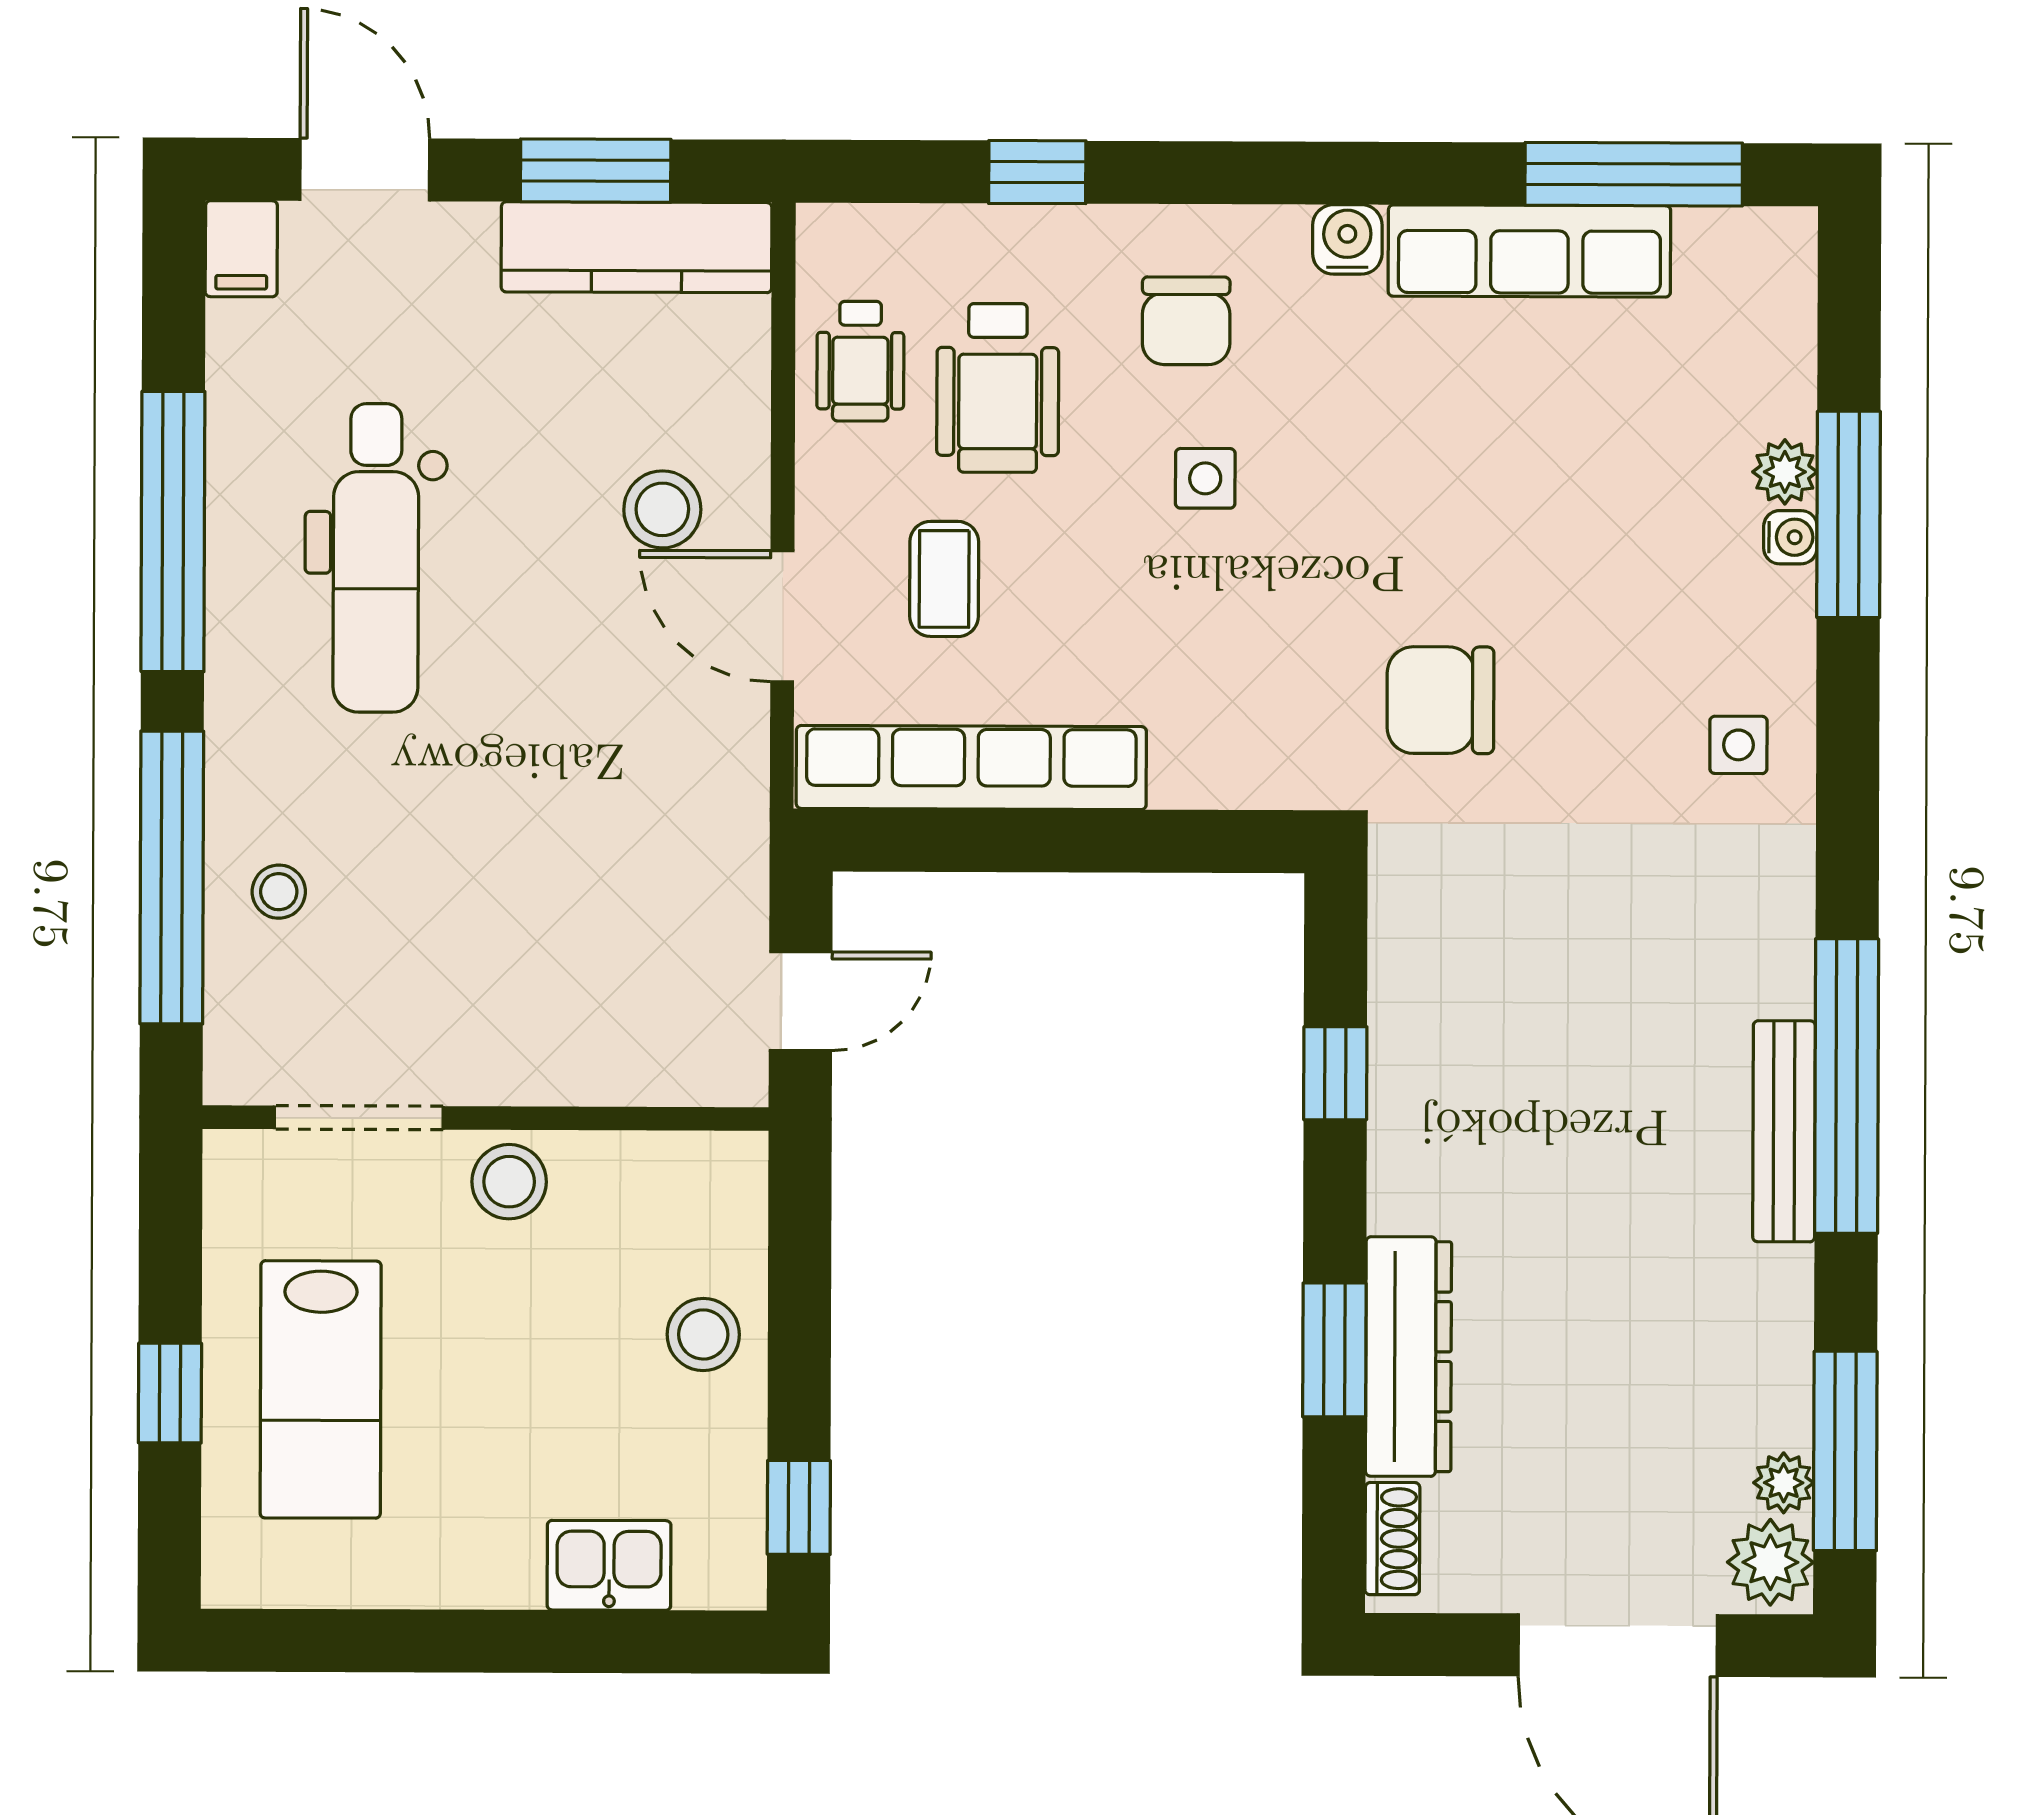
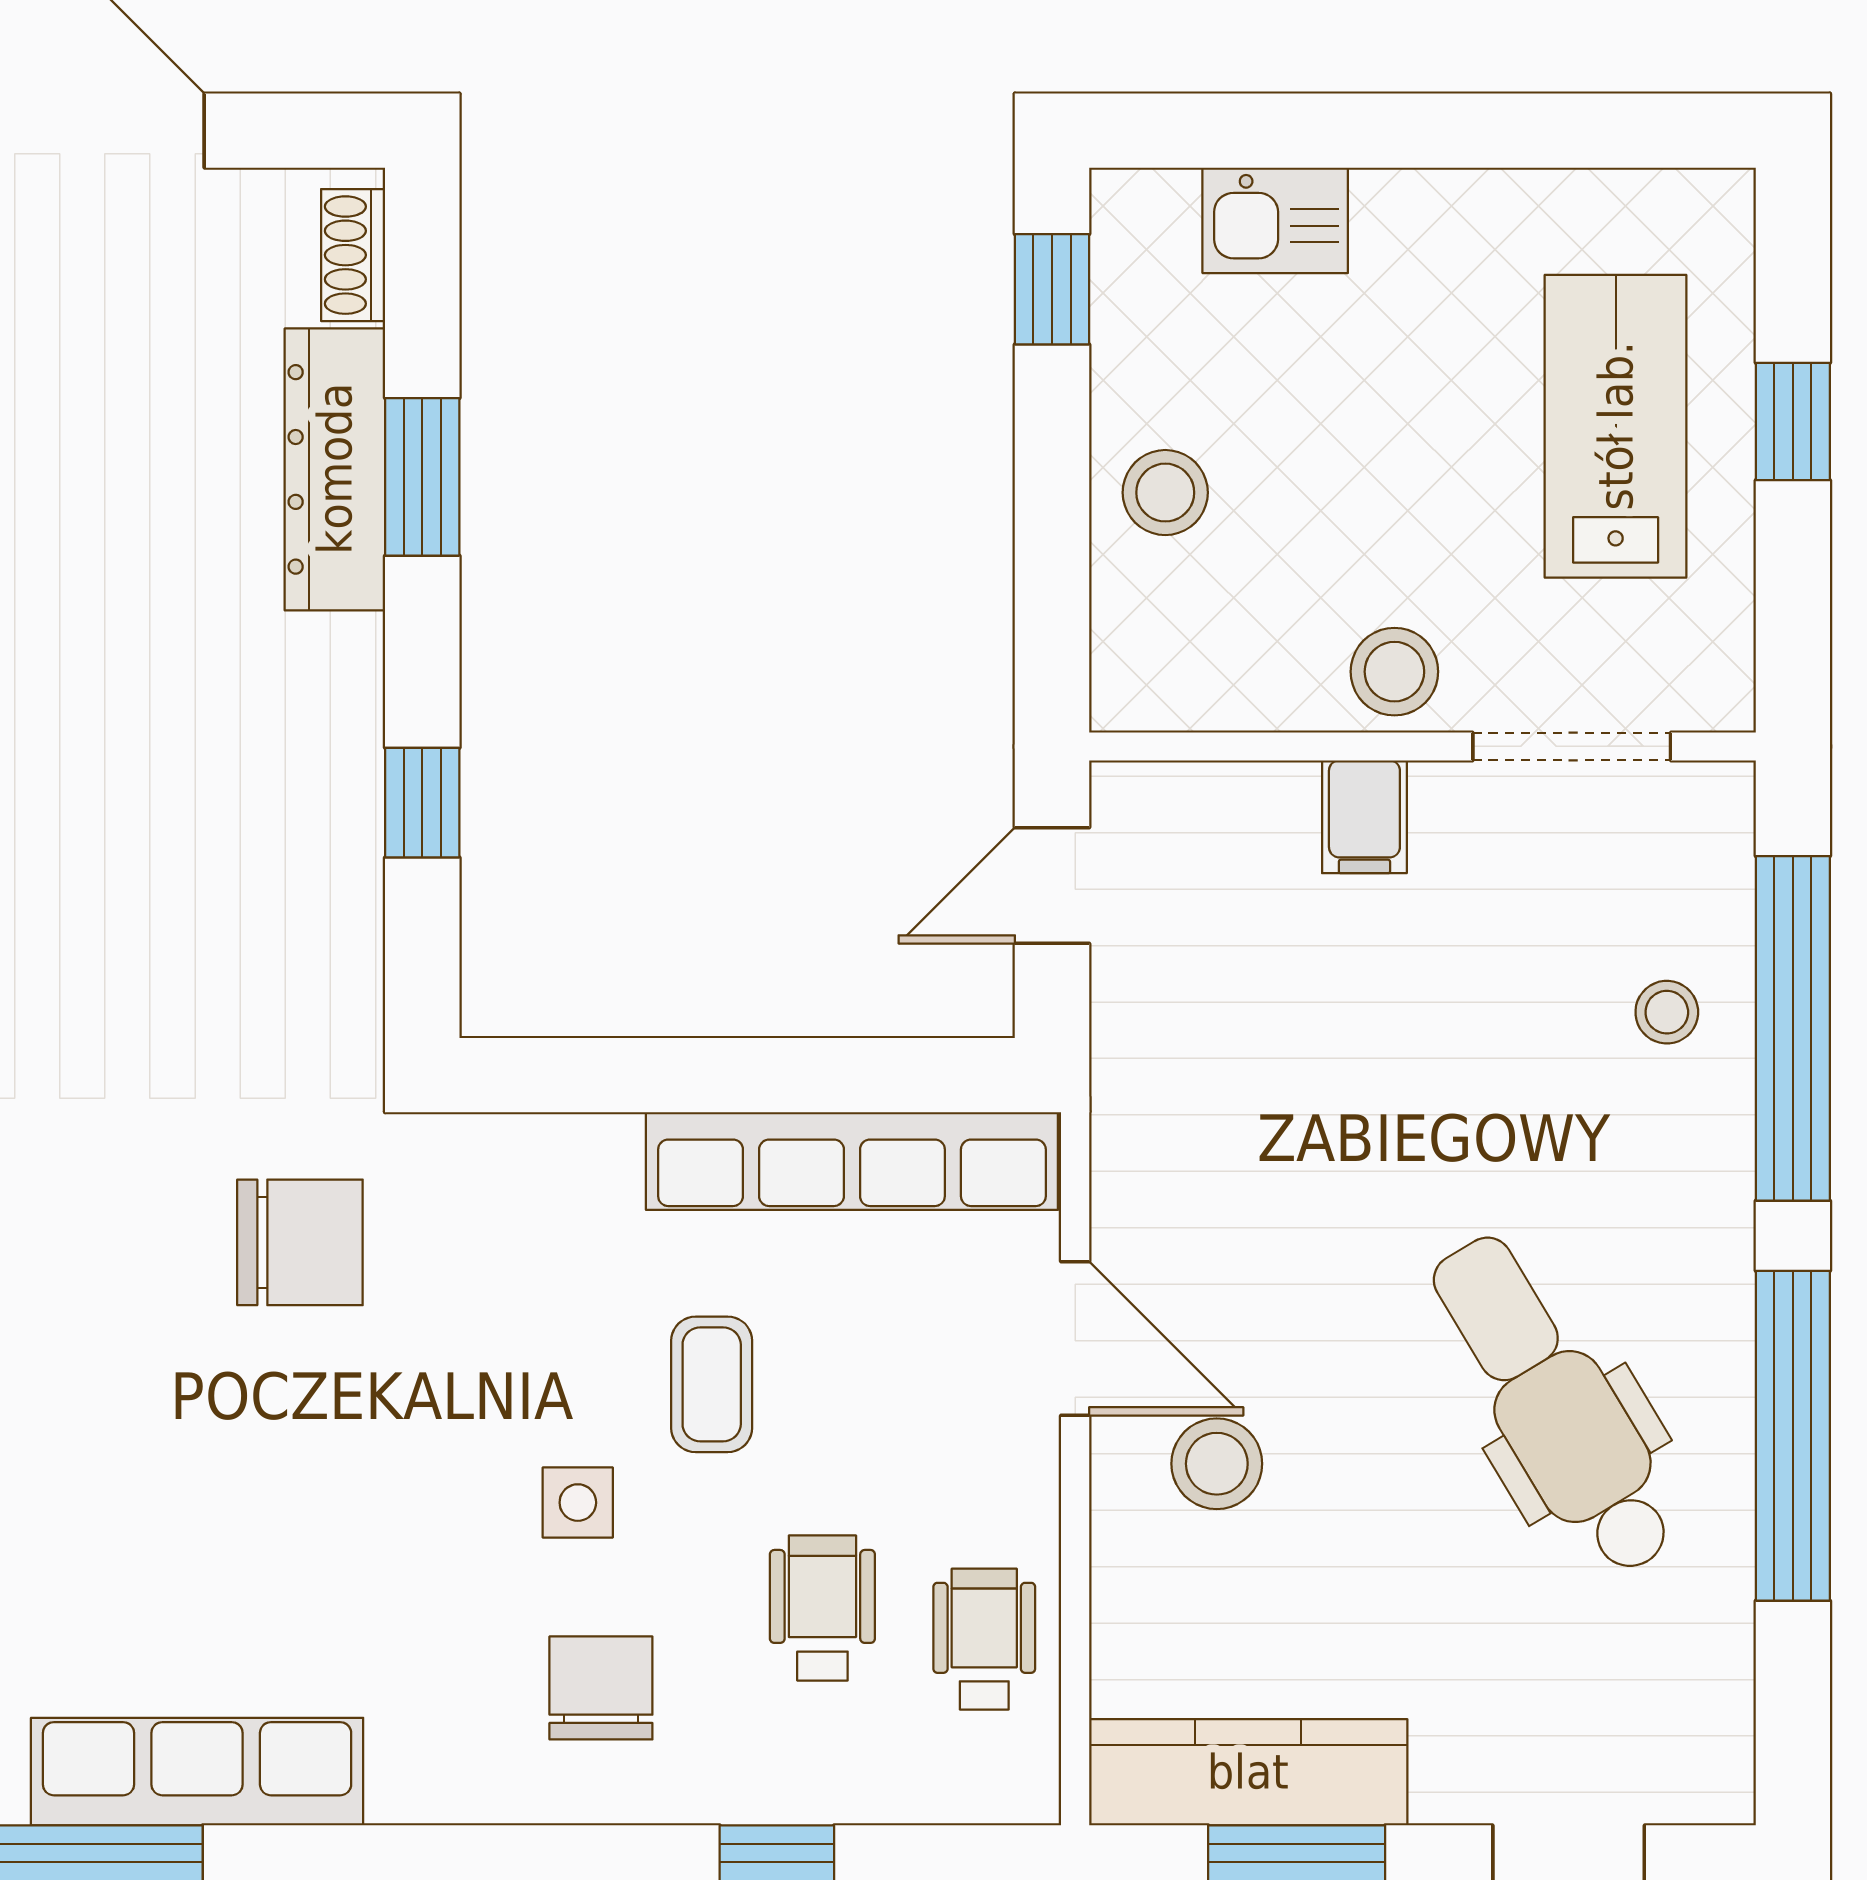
water cooler: (1347, 239) -> (411, 1784), removed
filing cabinet: (241, 249) -> (1364, 817), moved, turned 180
wheelchair: (998, 388) -> (822, 1608), width x0.73, depth x0.73
dental chair: (376, 558) -> (1554, 1405), turned -31
coffee table: (944, 579) -> (712, 1384), moved

